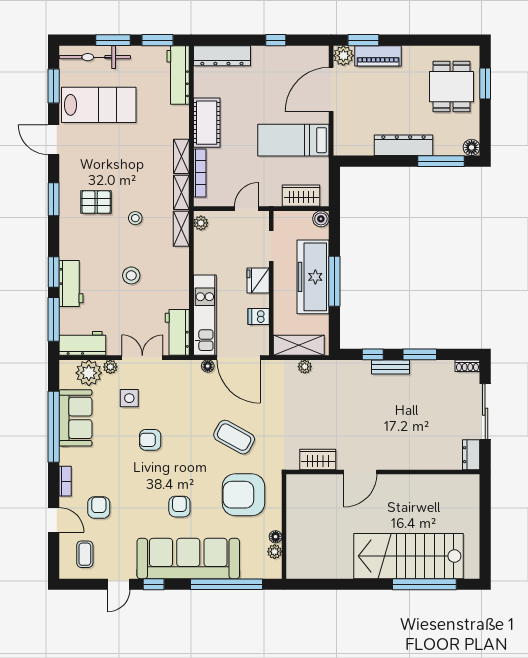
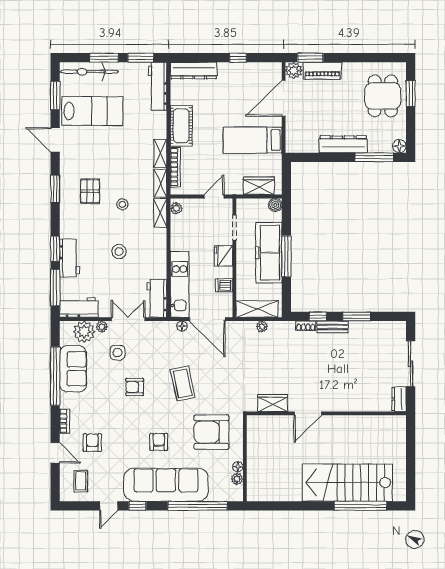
pallet: (96, 202) -> (90, 191), turned 90
shoe rack: (467, 366) -> (306, 326), moved
coffee table: (234, 437) -> (183, 383), moved, turned 49

